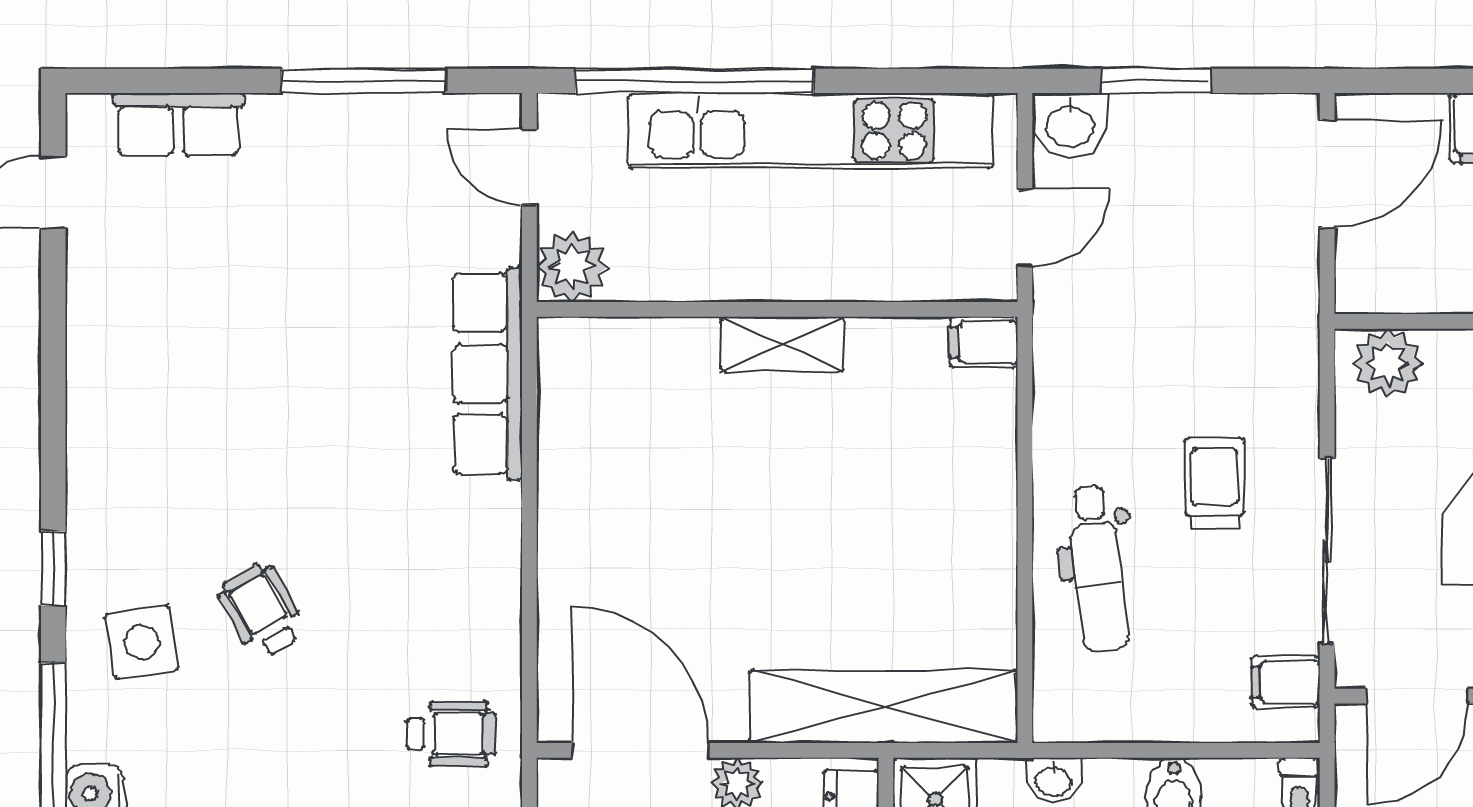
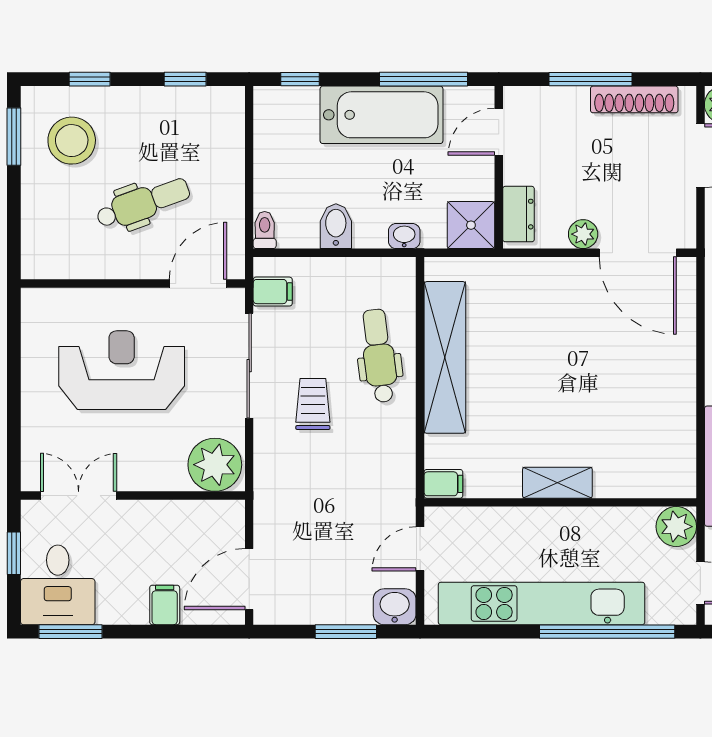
plant: (1388, 363) -> (215, 465), width x1.36, depth x1.36
trolley: (1214, 483) -> (313, 404), turned 180
shelving: (884, 707) -> (445, 357), moved, turned 90

